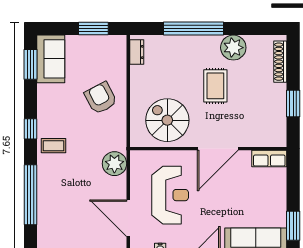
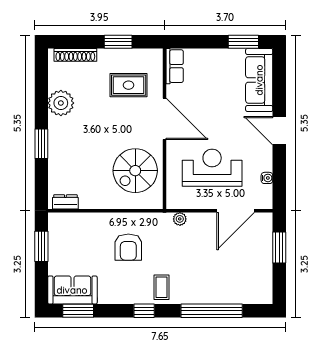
window: (193, 29) -> (41, 144), width x0.47
rug: (215, 86) -> (129, 85), moved
armchair: (101, 98) -> (128, 247), moved, turned -62
plant: (114, 164) -> (180, 219), width x0.53, depth x0.53

